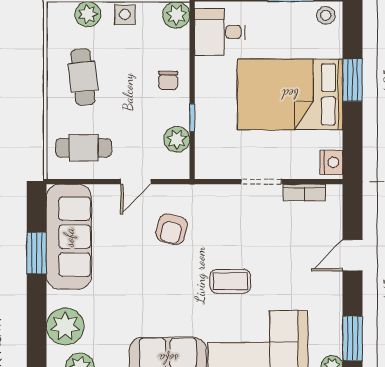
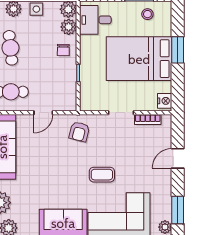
stool: (326, 15) -> (147, 14), moved
plant: (177, 139) -> (69, 27), moved
armchair: (172, 229) -> (79, 132), moved

